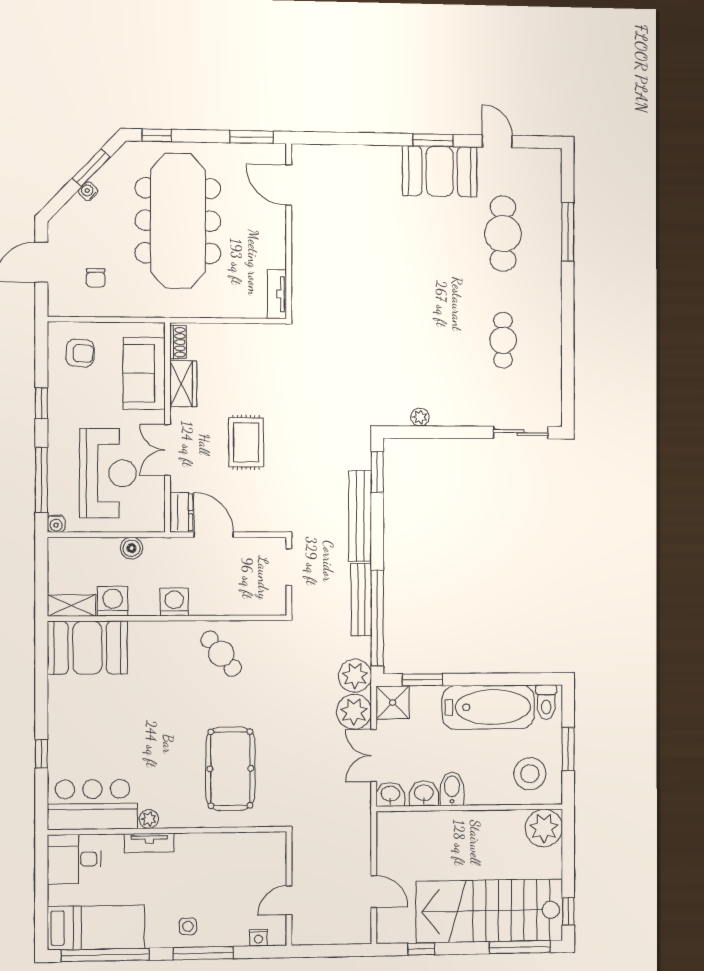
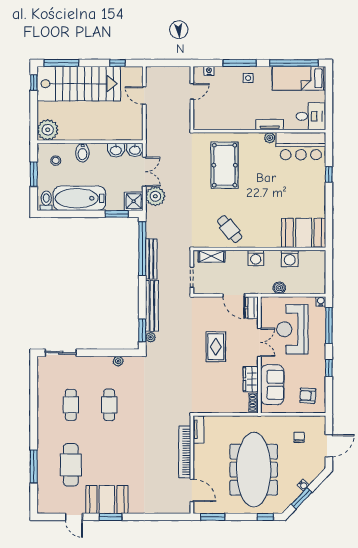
bookcase: (302, 254) -> (185, 452), added
cafe table: (436, 340) -> (109, 405), added
shelving: (72, 606) -> (212, 256), moved
plant: (355, 676) -> (151, 337), moved, width x0.53, depth x0.53
stool: (530, 774) -> (56, 161), width x0.53, depth x0.53
bidet: (452, 789) -> (82, 153), moved

